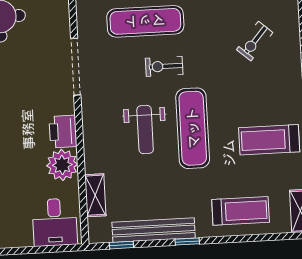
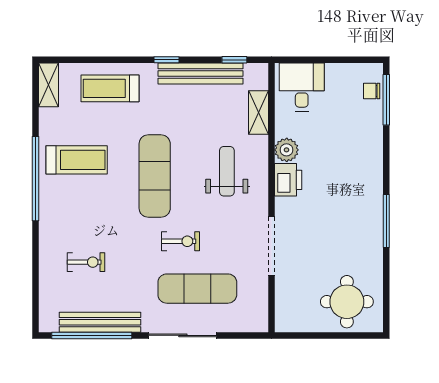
exercise bike: (255, 41) -> (86, 262), turned 49
weight bench: (145, 130) -> (227, 171), moved
plant: (62, 165) -> (287, 150), width x0.73, depth x0.73

